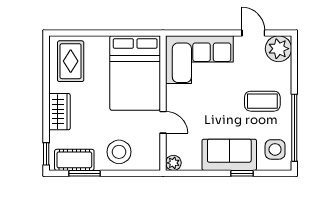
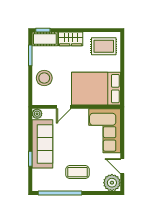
door: (253, 33) -> (122, 166), swing flipped
coffee table: (262, 101) -> (78, 172), turned 90
side table: (275, 149) -> (46, 180), removed
sofa: (229, 155) -> (42, 144), width x1.36
cot: (74, 160) -> (45, 39), moved, turned 90

